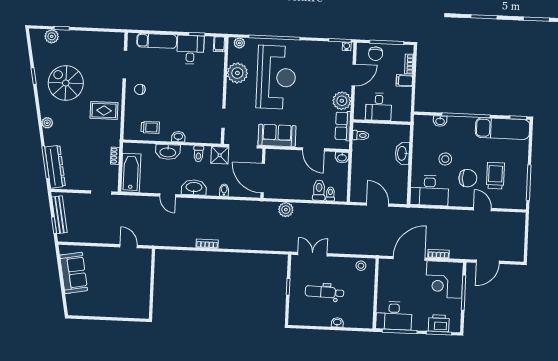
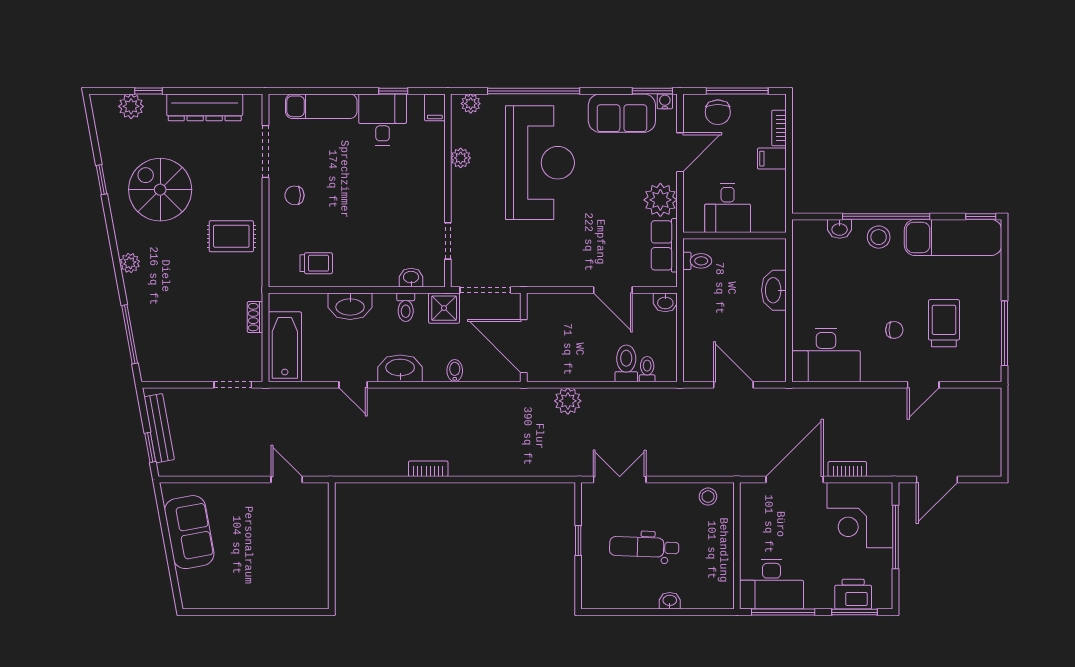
plant: (237, 73) -> (461, 158), width x0.53, depth x0.53
sofa: (277, 135) -> (622, 113), moved, turned 180
washbasin: (178, 137) -> (411, 278), moved
stool: (445, 159) -> (879, 237), moved
dresser: (55, 167) -> (205, 107), moved, turned 100
chair: (468, 178) -> (894, 330), width x0.54, depth x0.54
door: (482, 209) -> (923, 385), swing flipped

